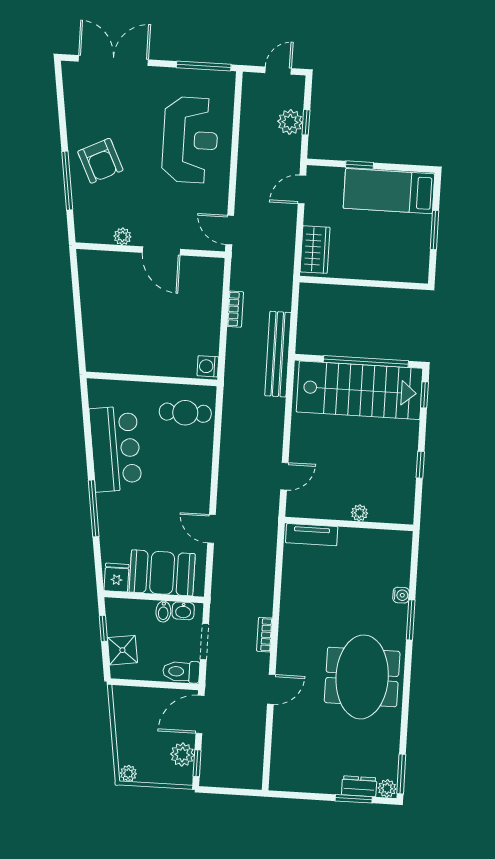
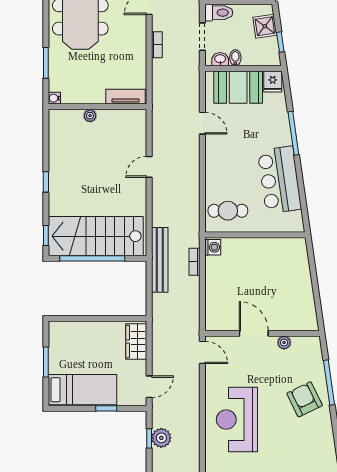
bookcase: (235, 309) -> (195, 262), moved
plant: (359, 513) -> (90, 116), moved
wall: (349, 524) -> (98, 107), moved
tv unit: (312, 535) -> (126, 97), moved
water cooler: (401, 595) -> (54, 98), moved

